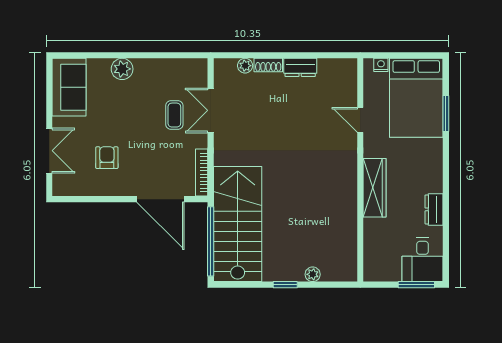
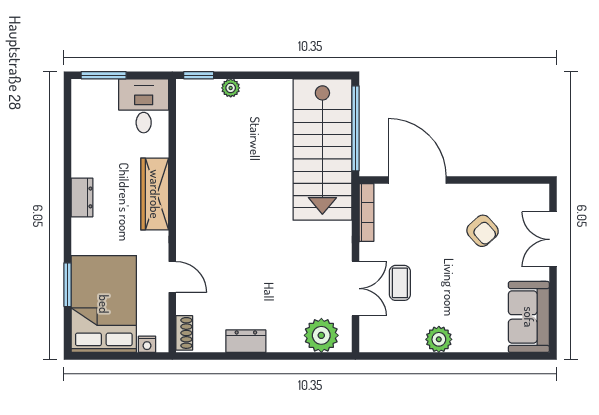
shoe rack: (268, 65) -> (184, 333), moved, turned 90
plant: (245, 66) -> (321, 335), width x1.88, depth x1.88
plant: (122, 69) -> (439, 339), moved
armchair: (107, 158) -> (483, 231), turned -42
dresser: (434, 209) -> (82, 197), moved
desk: (423, 260) -> (144, 106), moved
window: (285, 285) -> (199, 75), moved

